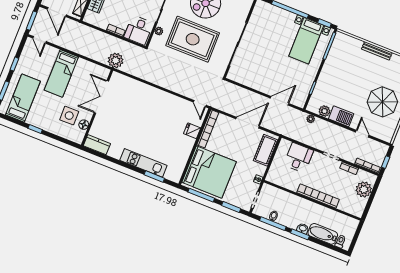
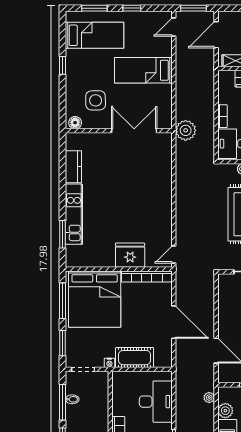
floor lamp: (84, 125) -> (75, 123), moved
fridge: (192, 131) -> (130, 255), width x1.88, depth x1.34
kitchen counter: (97, 145) -> (73, 167), moved
cot: (266, 150) -> (135, 358), moved
desk: (299, 158) -> (156, 402), width x1.37

